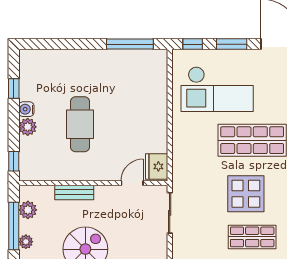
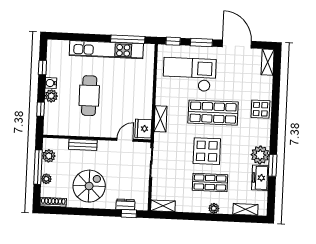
kitchen unit: (101, 60) -> (106, 50), added
checkout: (217, 89) -> (189, 75), turned 180
shelving: (180, 152) -> (160, 119), added
window: (14, 161) -> (41, 109), moved

